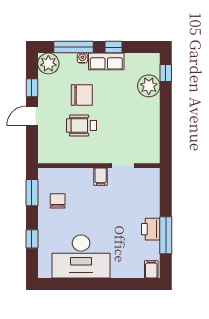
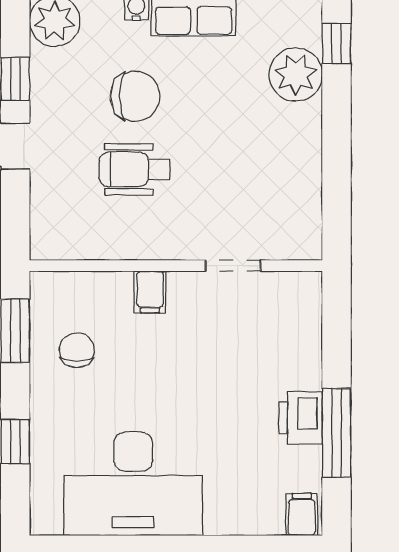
filing cabinet: (101, 177) -> (150, 292), moved

